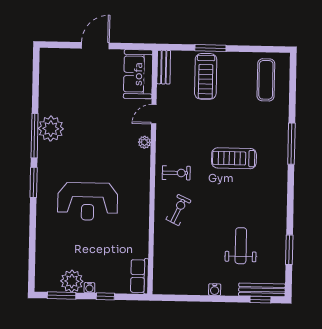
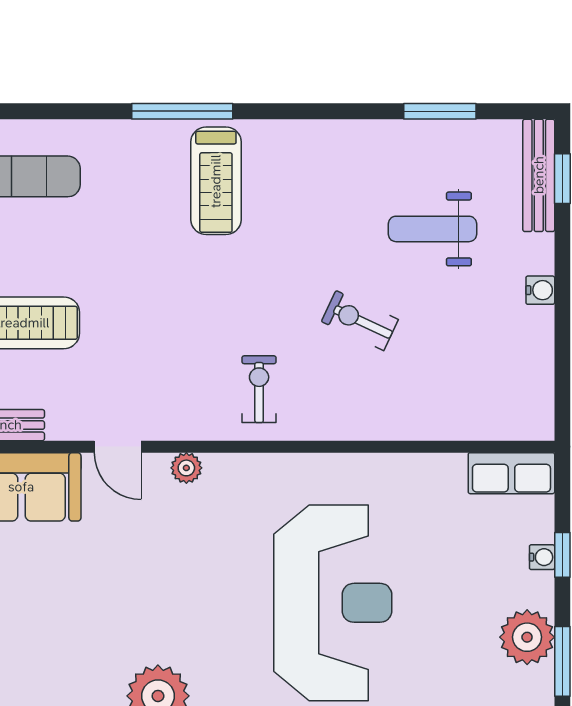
treadmill: (234, 158) -> (216, 181), moved
reception desk: (88, 201) -> (333, 603), width x1.36, depth x1.30
exercise bike: (178, 210) -> (360, 321), moved
water cooler: (89, 288) -> (542, 557), moved

